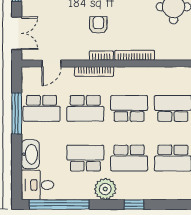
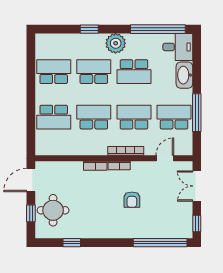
armchair: (98, 25) -> (132, 200), moved
bookcase: (135, 55) -> (95, 166), width x0.64
school desk: (129, 108) -> (94, 117), turned 180

